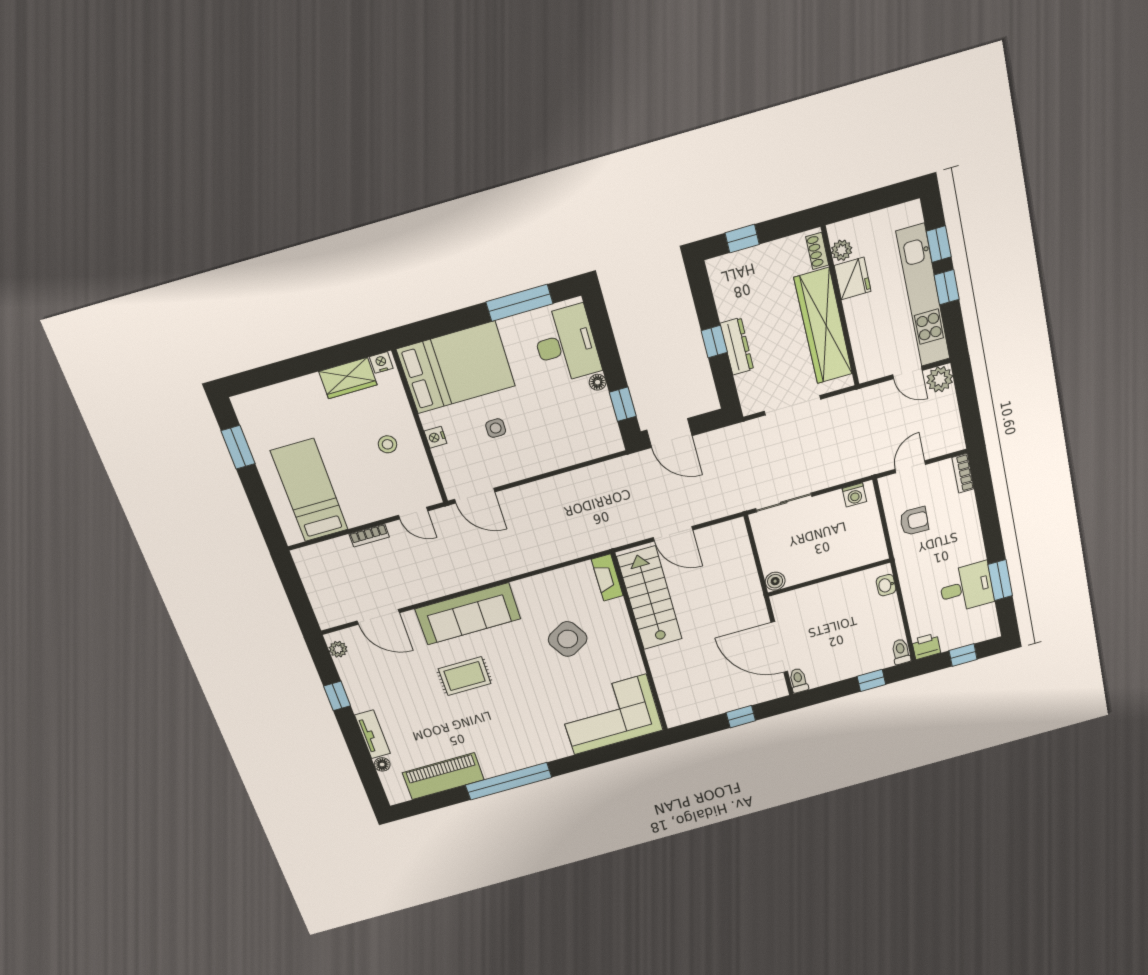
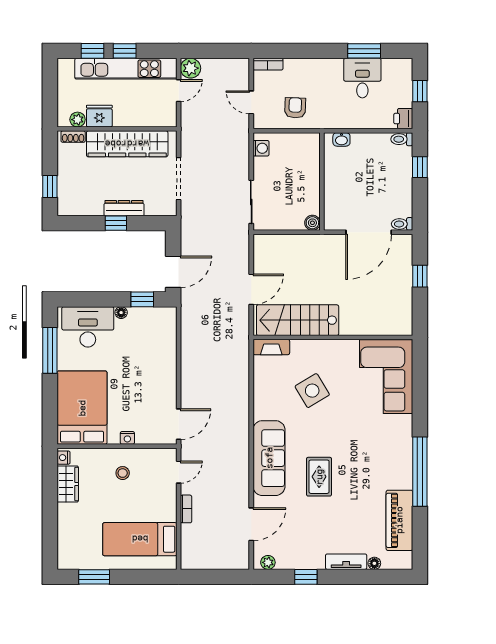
side table: (496, 428) -> (133, 394), removed

